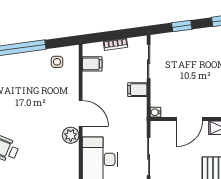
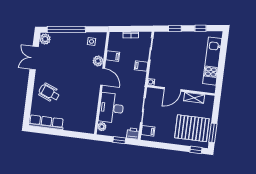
filing cabinet: (92, 64) -> (113, 56), moved
plant: (71, 135) -> (98, 61), moved

